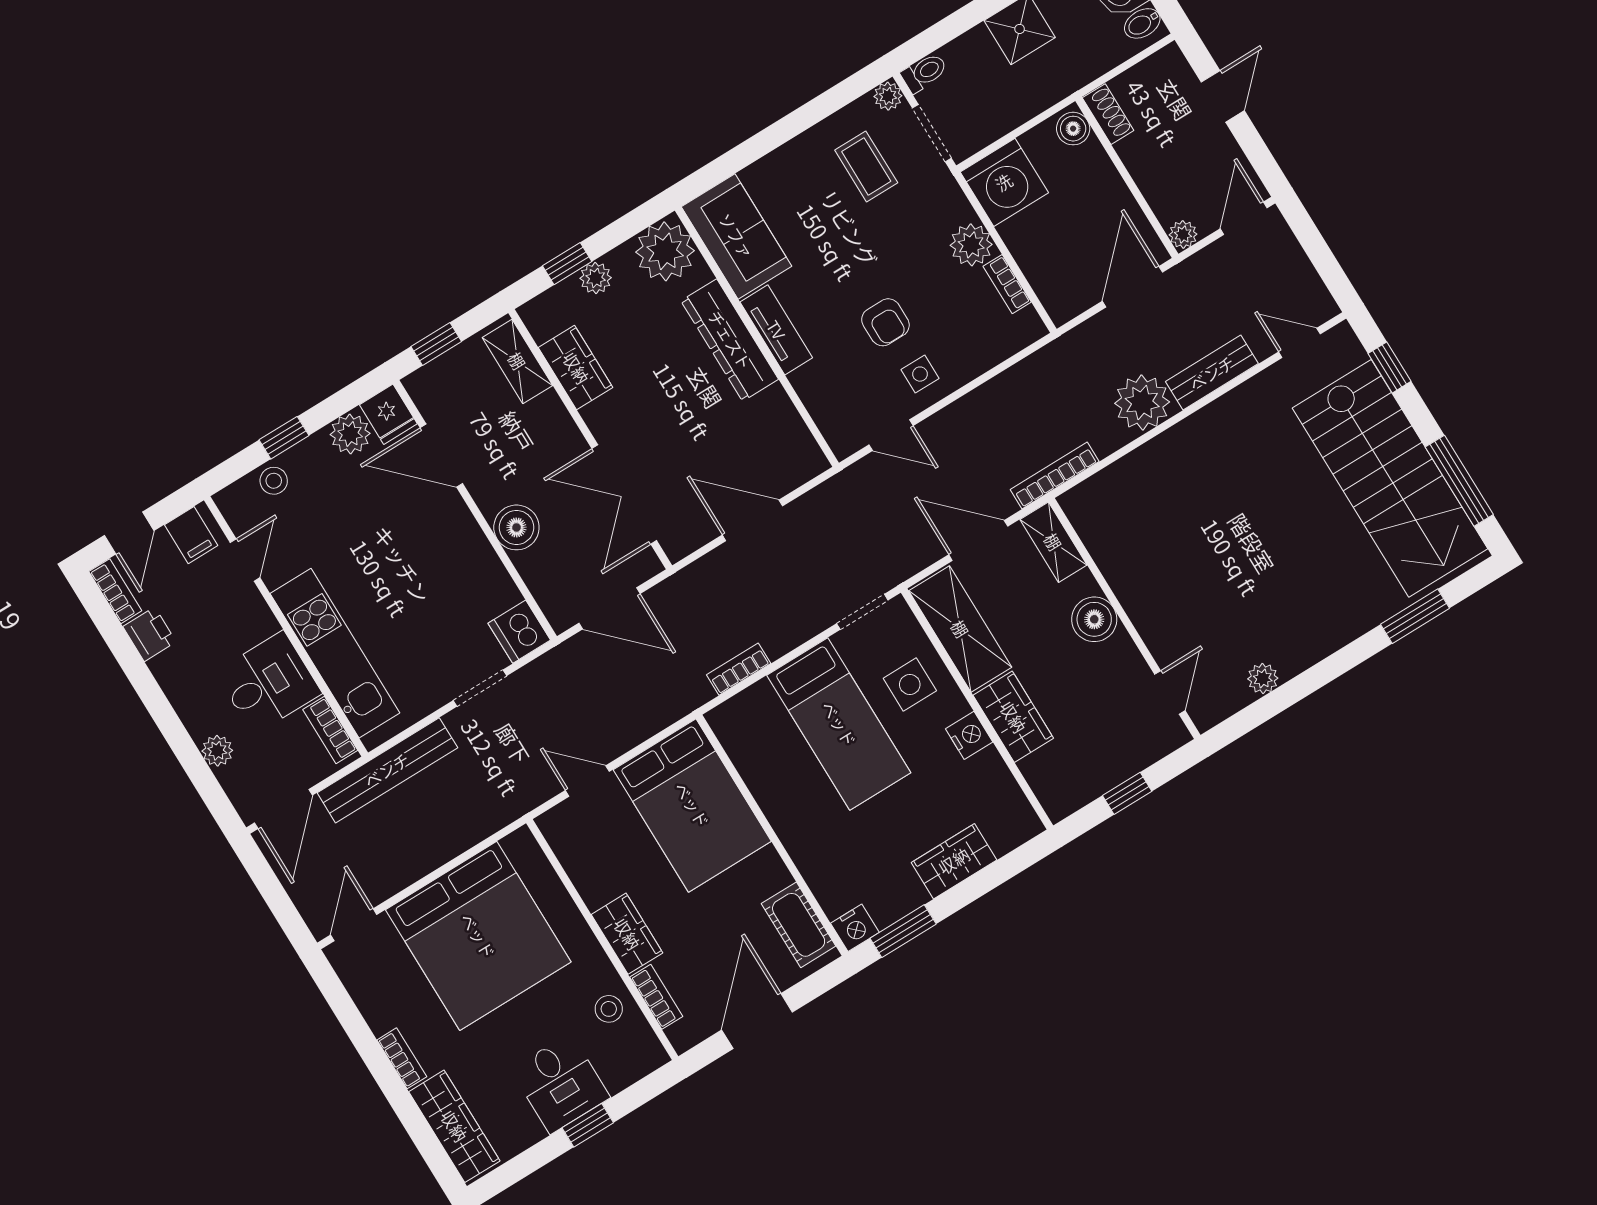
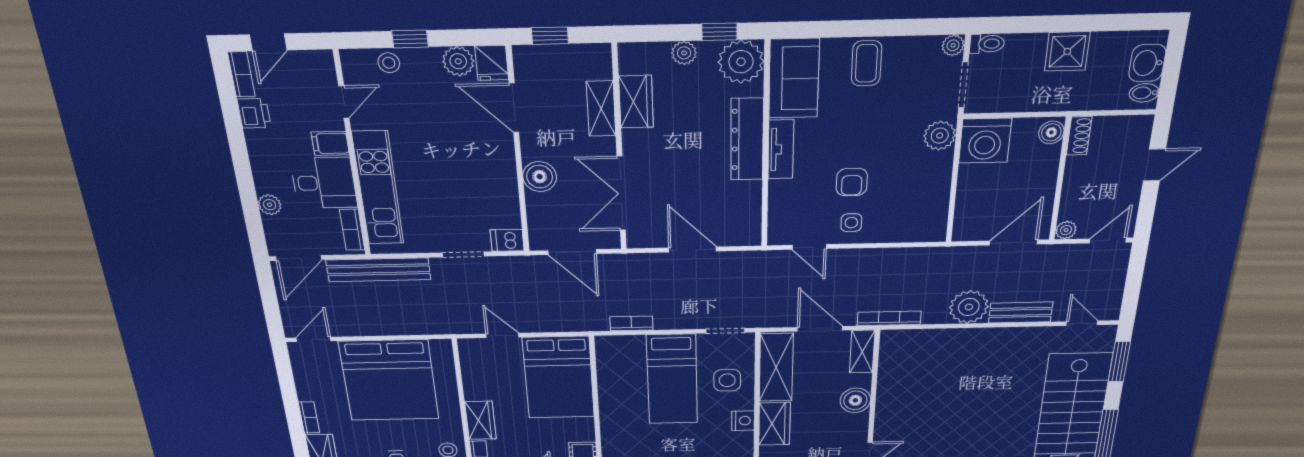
coffee table: (866, 166) -> (866, 63), moved
plant: (971, 245) -> (940, 136), moved
window: (567, 264) -> (719, 32), moved
bookcase: (1007, 284) -> (941, 201), removed
shelving: (517, 361) -> (601, 109), moved
window: (1390, 367) -> (1119, 362), width x1.50
filing cabinet: (191, 535) -> (330, 143), moved, turned 90
dishwasher: (519, 632) -> (507, 240), width x0.73

